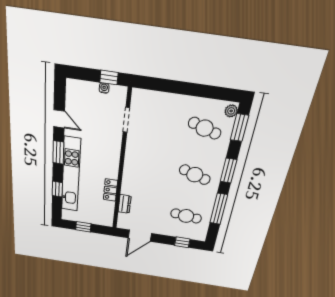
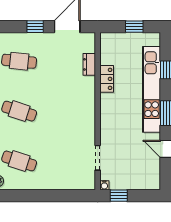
water cooler: (104, 88) -> (104, 185), moved
window: (182, 242) -> (35, 27), moved

